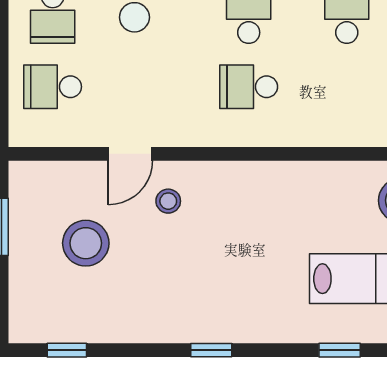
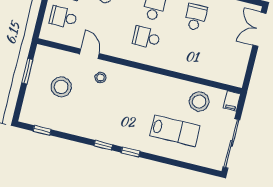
door: (130, 154) -> (89, 54), swing flipped
window: (340, 350) -> (130, 152), moved

